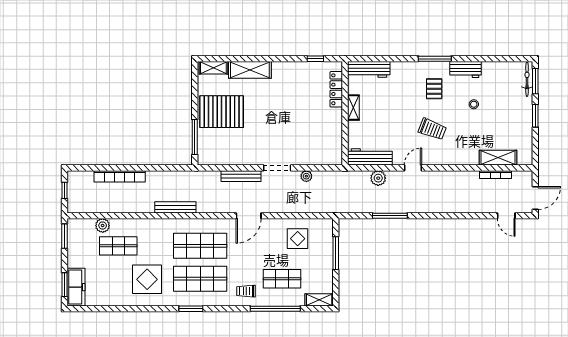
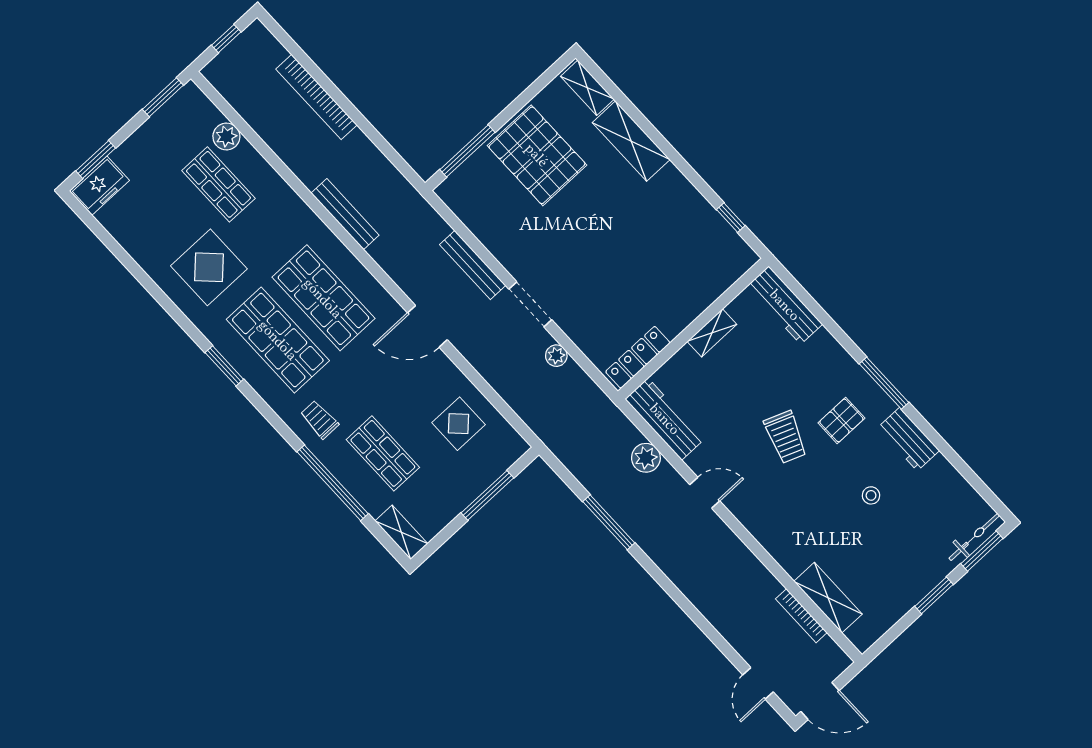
locker: (336, 89) -> (638, 357), moved
trolley: (432, 129) -> (786, 437), moved
freezer: (76, 287) -> (99, 186), width x0.71

